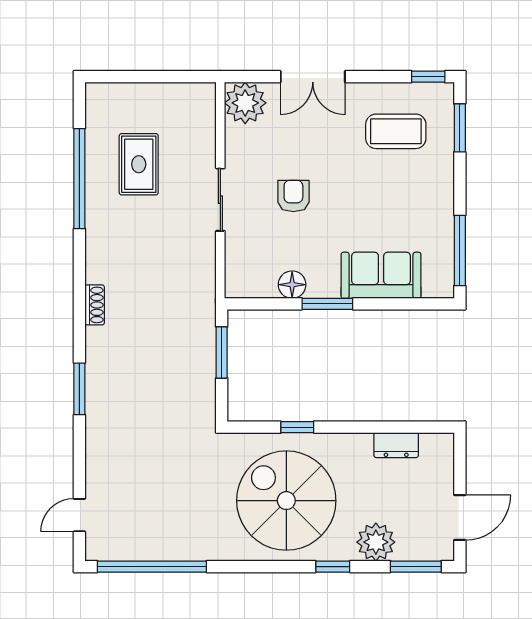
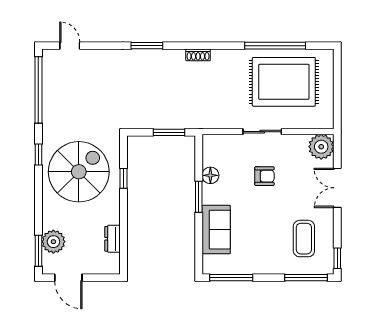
window: (460, 128) -> (306, 278), width x1.44
rug: (139, 164) -> (284, 82), width x1.86, depth x2.06
plant: (376, 542) -> (53, 242), moved
window: (333, 567) -> (38, 155), moved

